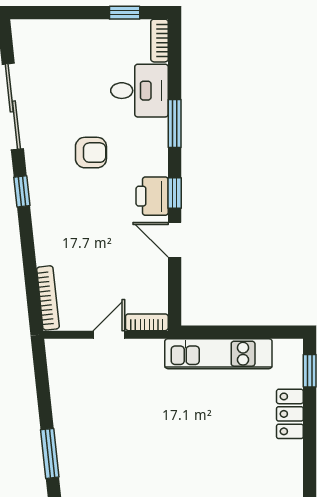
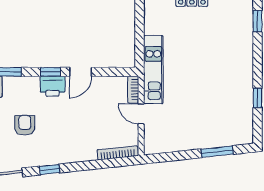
kitchen unit: (218, 354) -> (153, 70), moved

